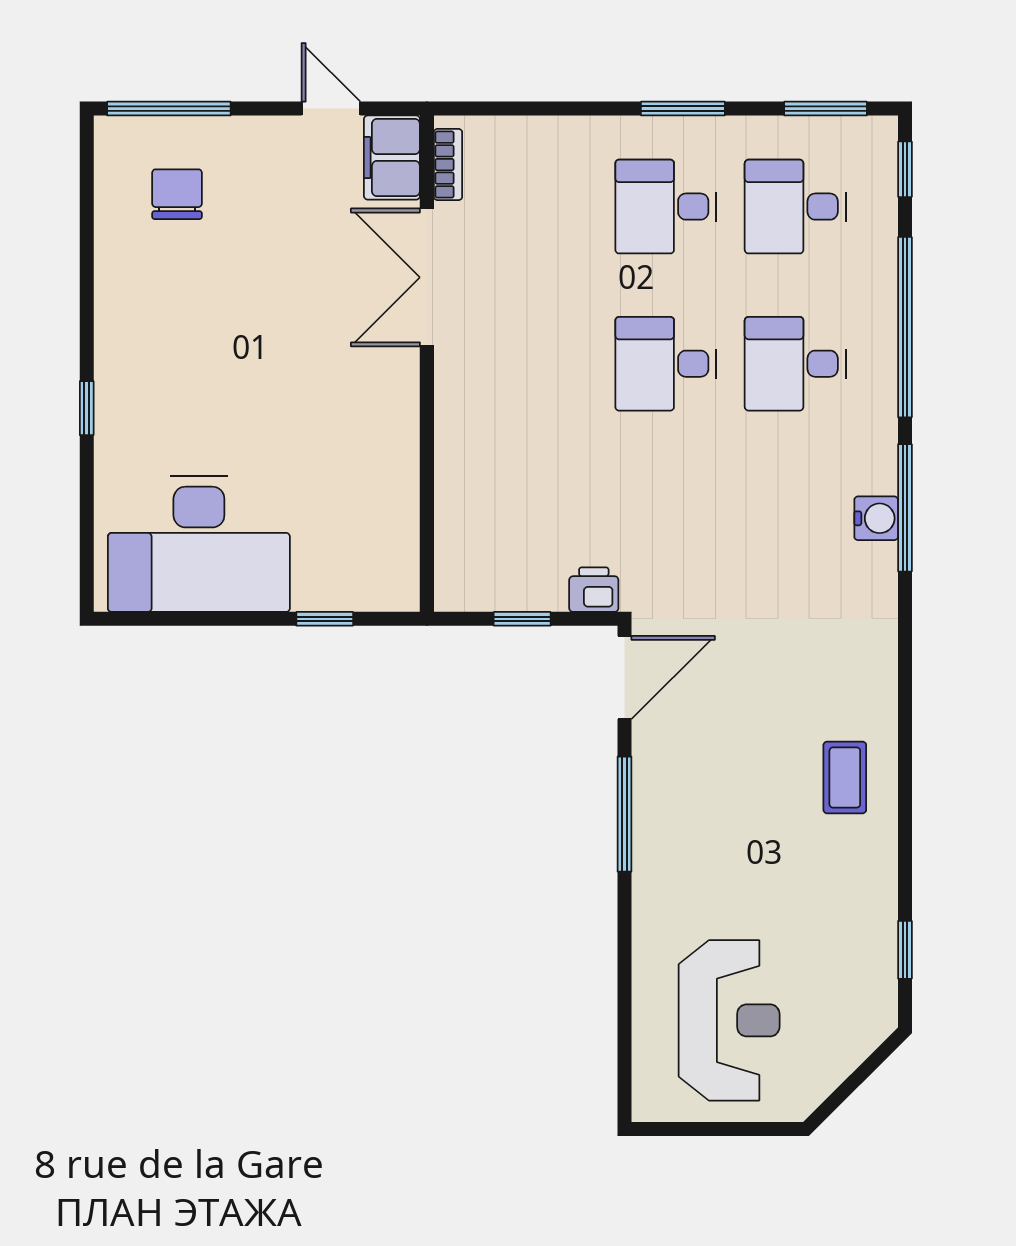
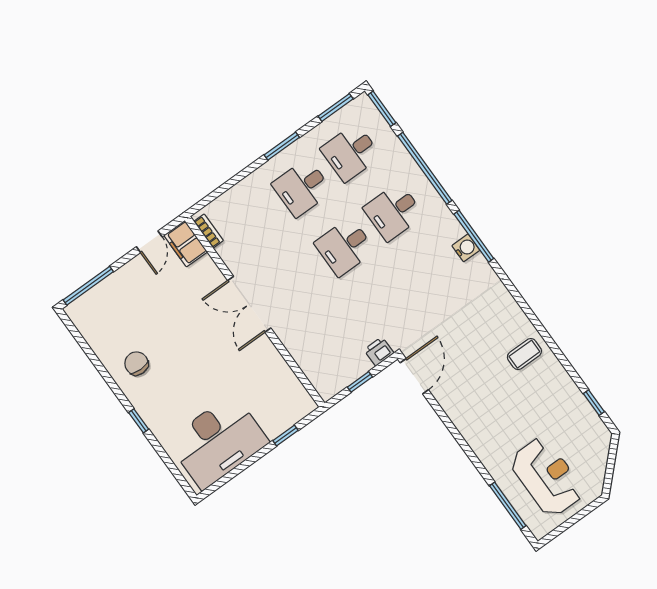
door: (331, 109) -> (149, 242), swing flipped
window: (905, 169) -> (382, 109), width x1.50
chair: (177, 194) -> (136, 363), moved
double door: (427, 277) -> (249, 304), moved
coffee table: (845, 777) -> (524, 354), turned 90
window: (625, 814) -> (508, 506), moved

